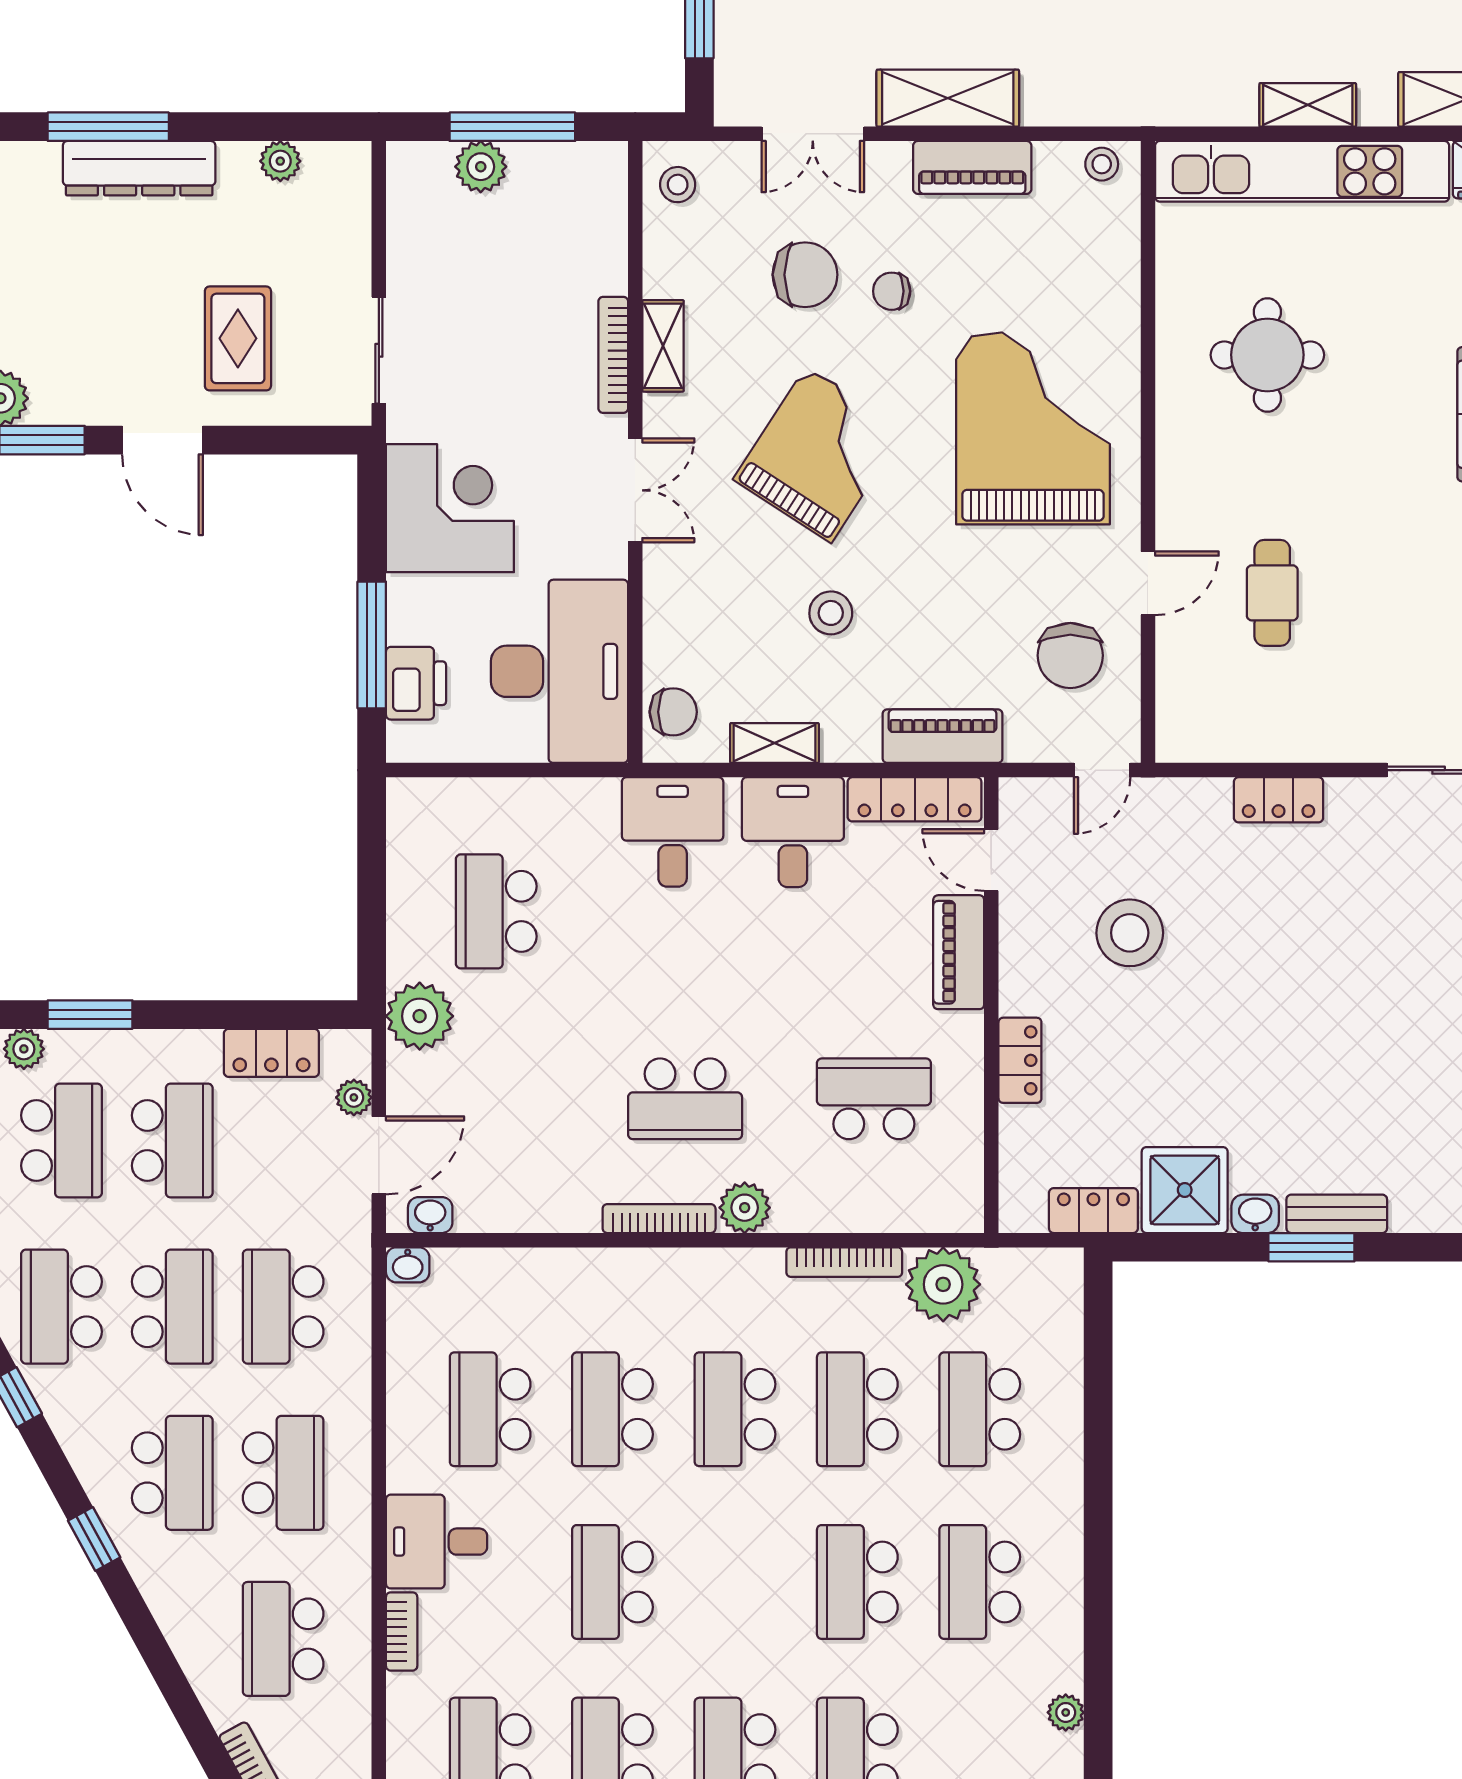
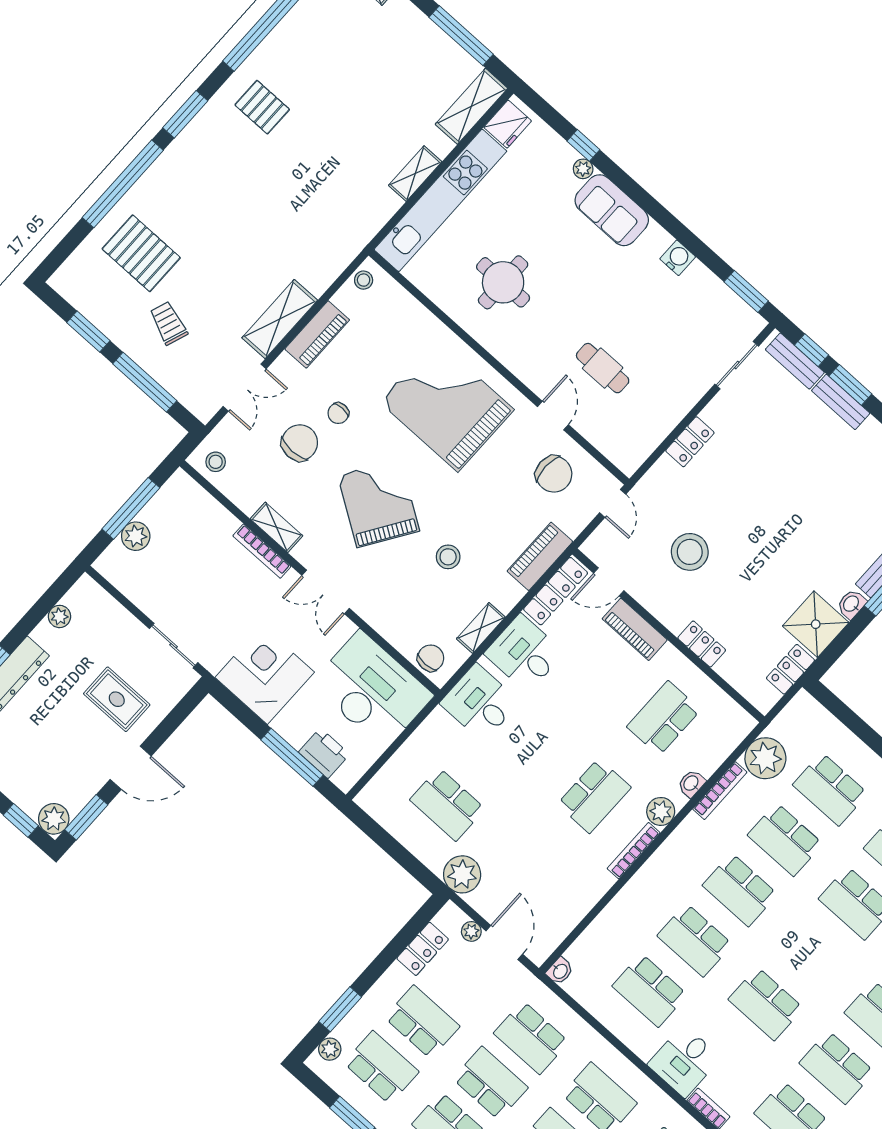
double door: (635, 490) -> (326, 592), swing flipped
washbasin: (430, 1215) -> (691, 783), moved

